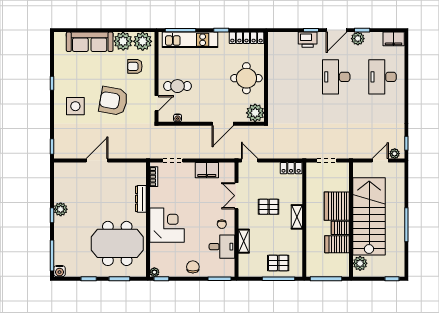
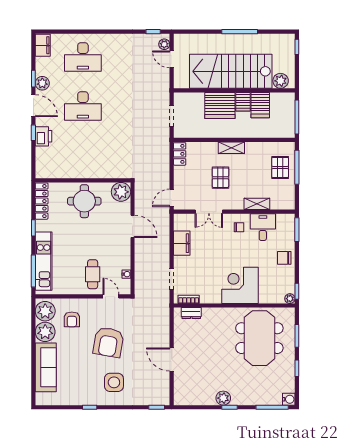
dresser: (141, 199) -> (191, 313), moved, width x0.70

